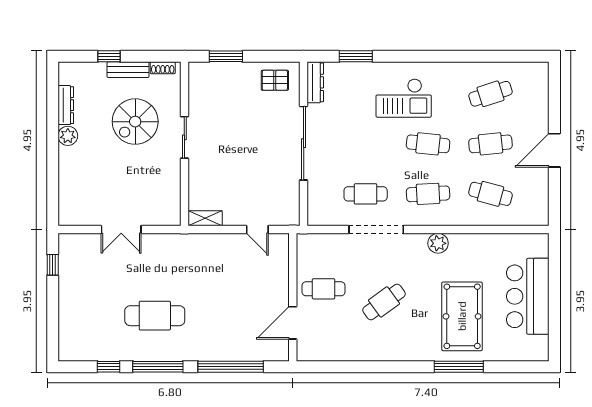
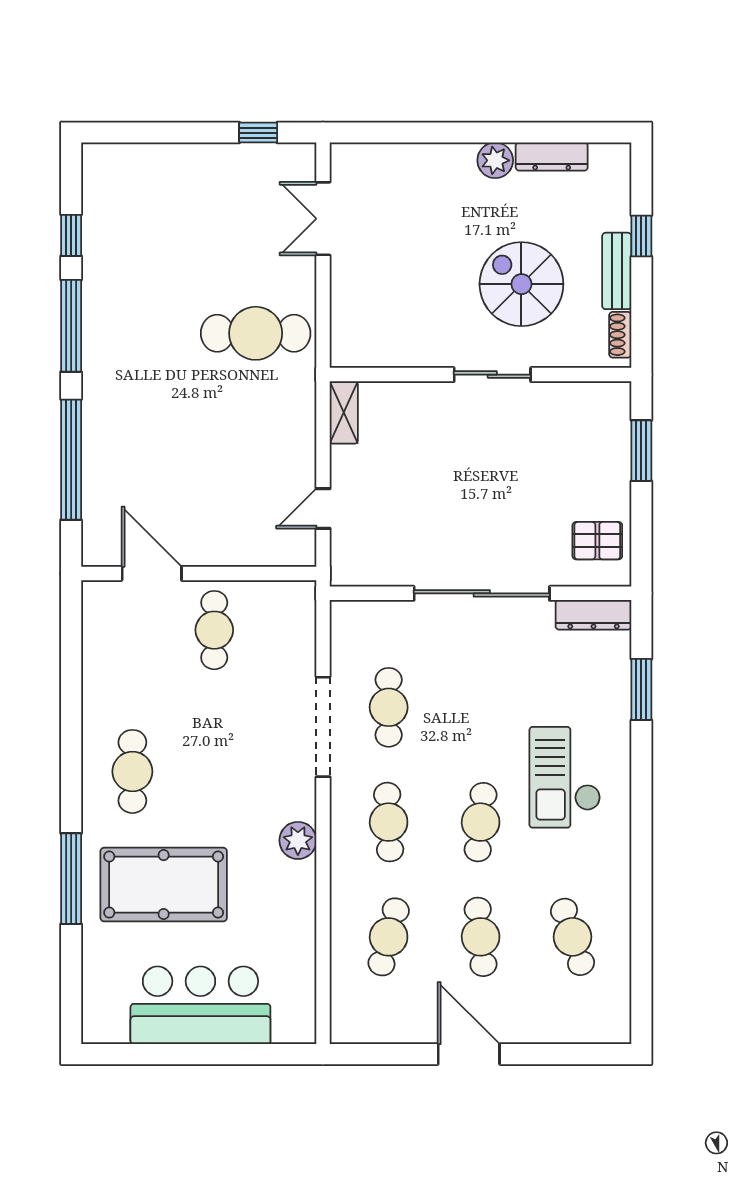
pallet: (275, 80) -> (597, 541), turned 90
double door: (121, 230) -> (323, 219), moved
cafe table: (384, 302) -> (132, 771), moved, turned 36
cafe table: (155, 316) -> (256, 333), moved, turned 90

